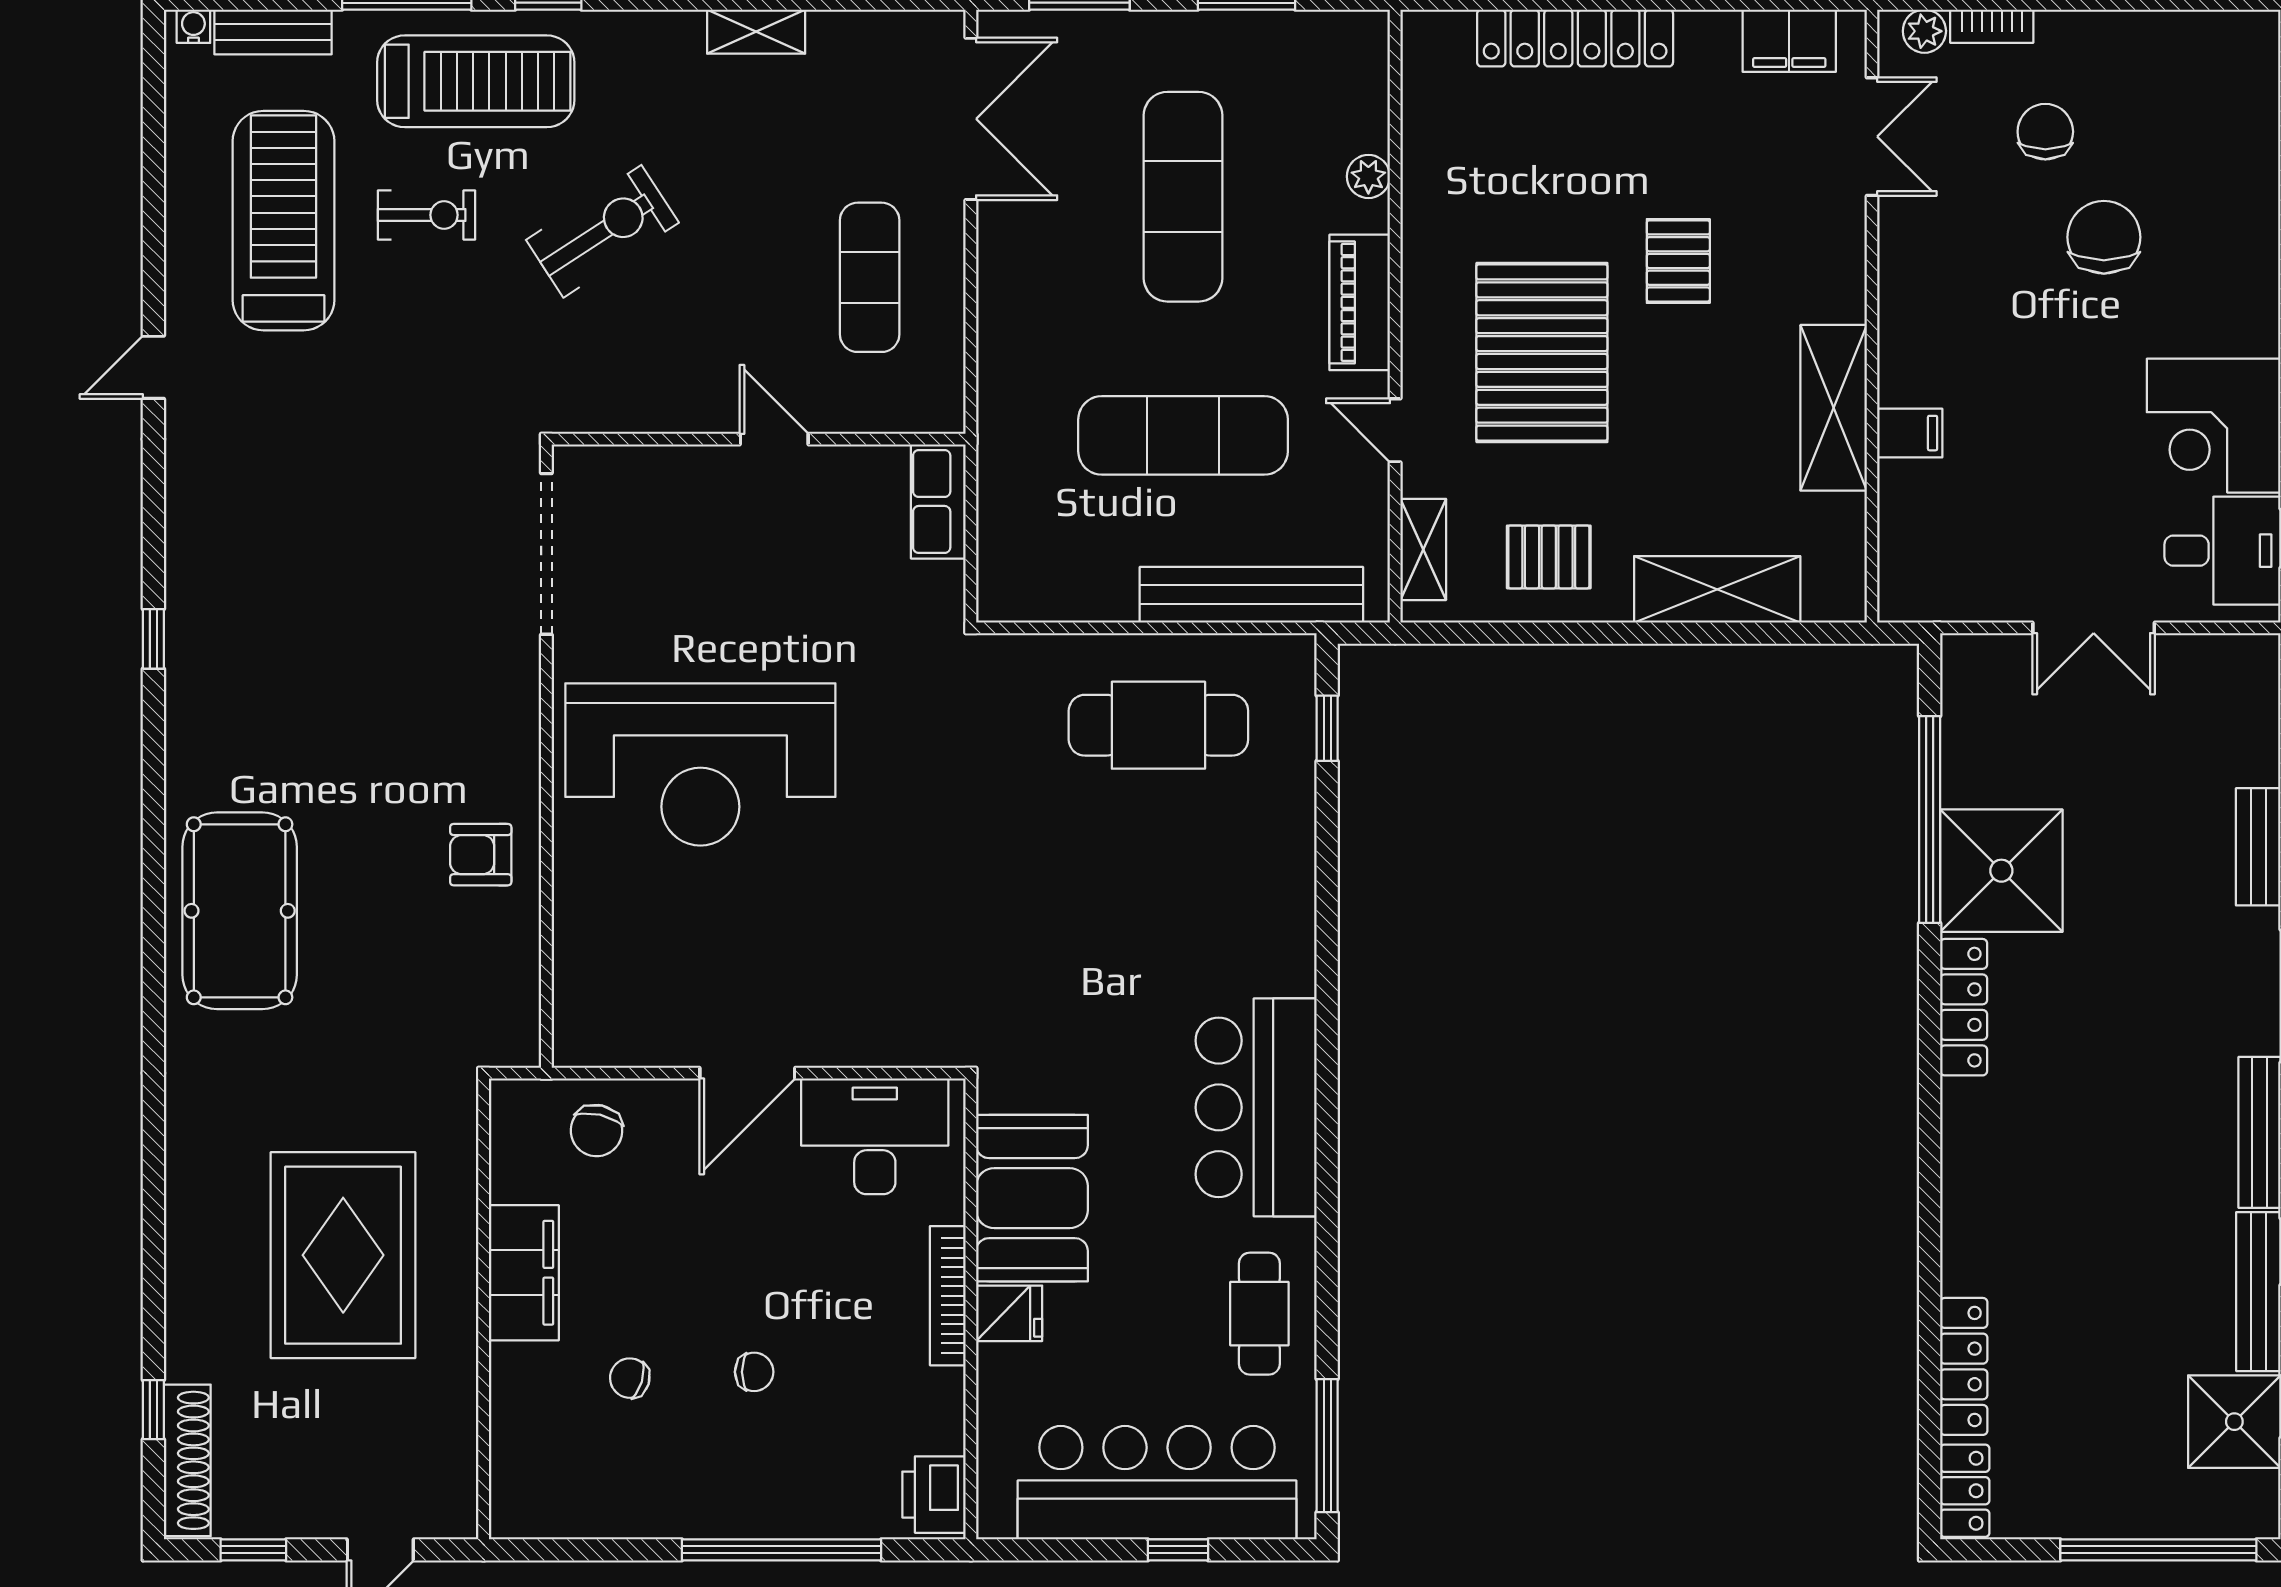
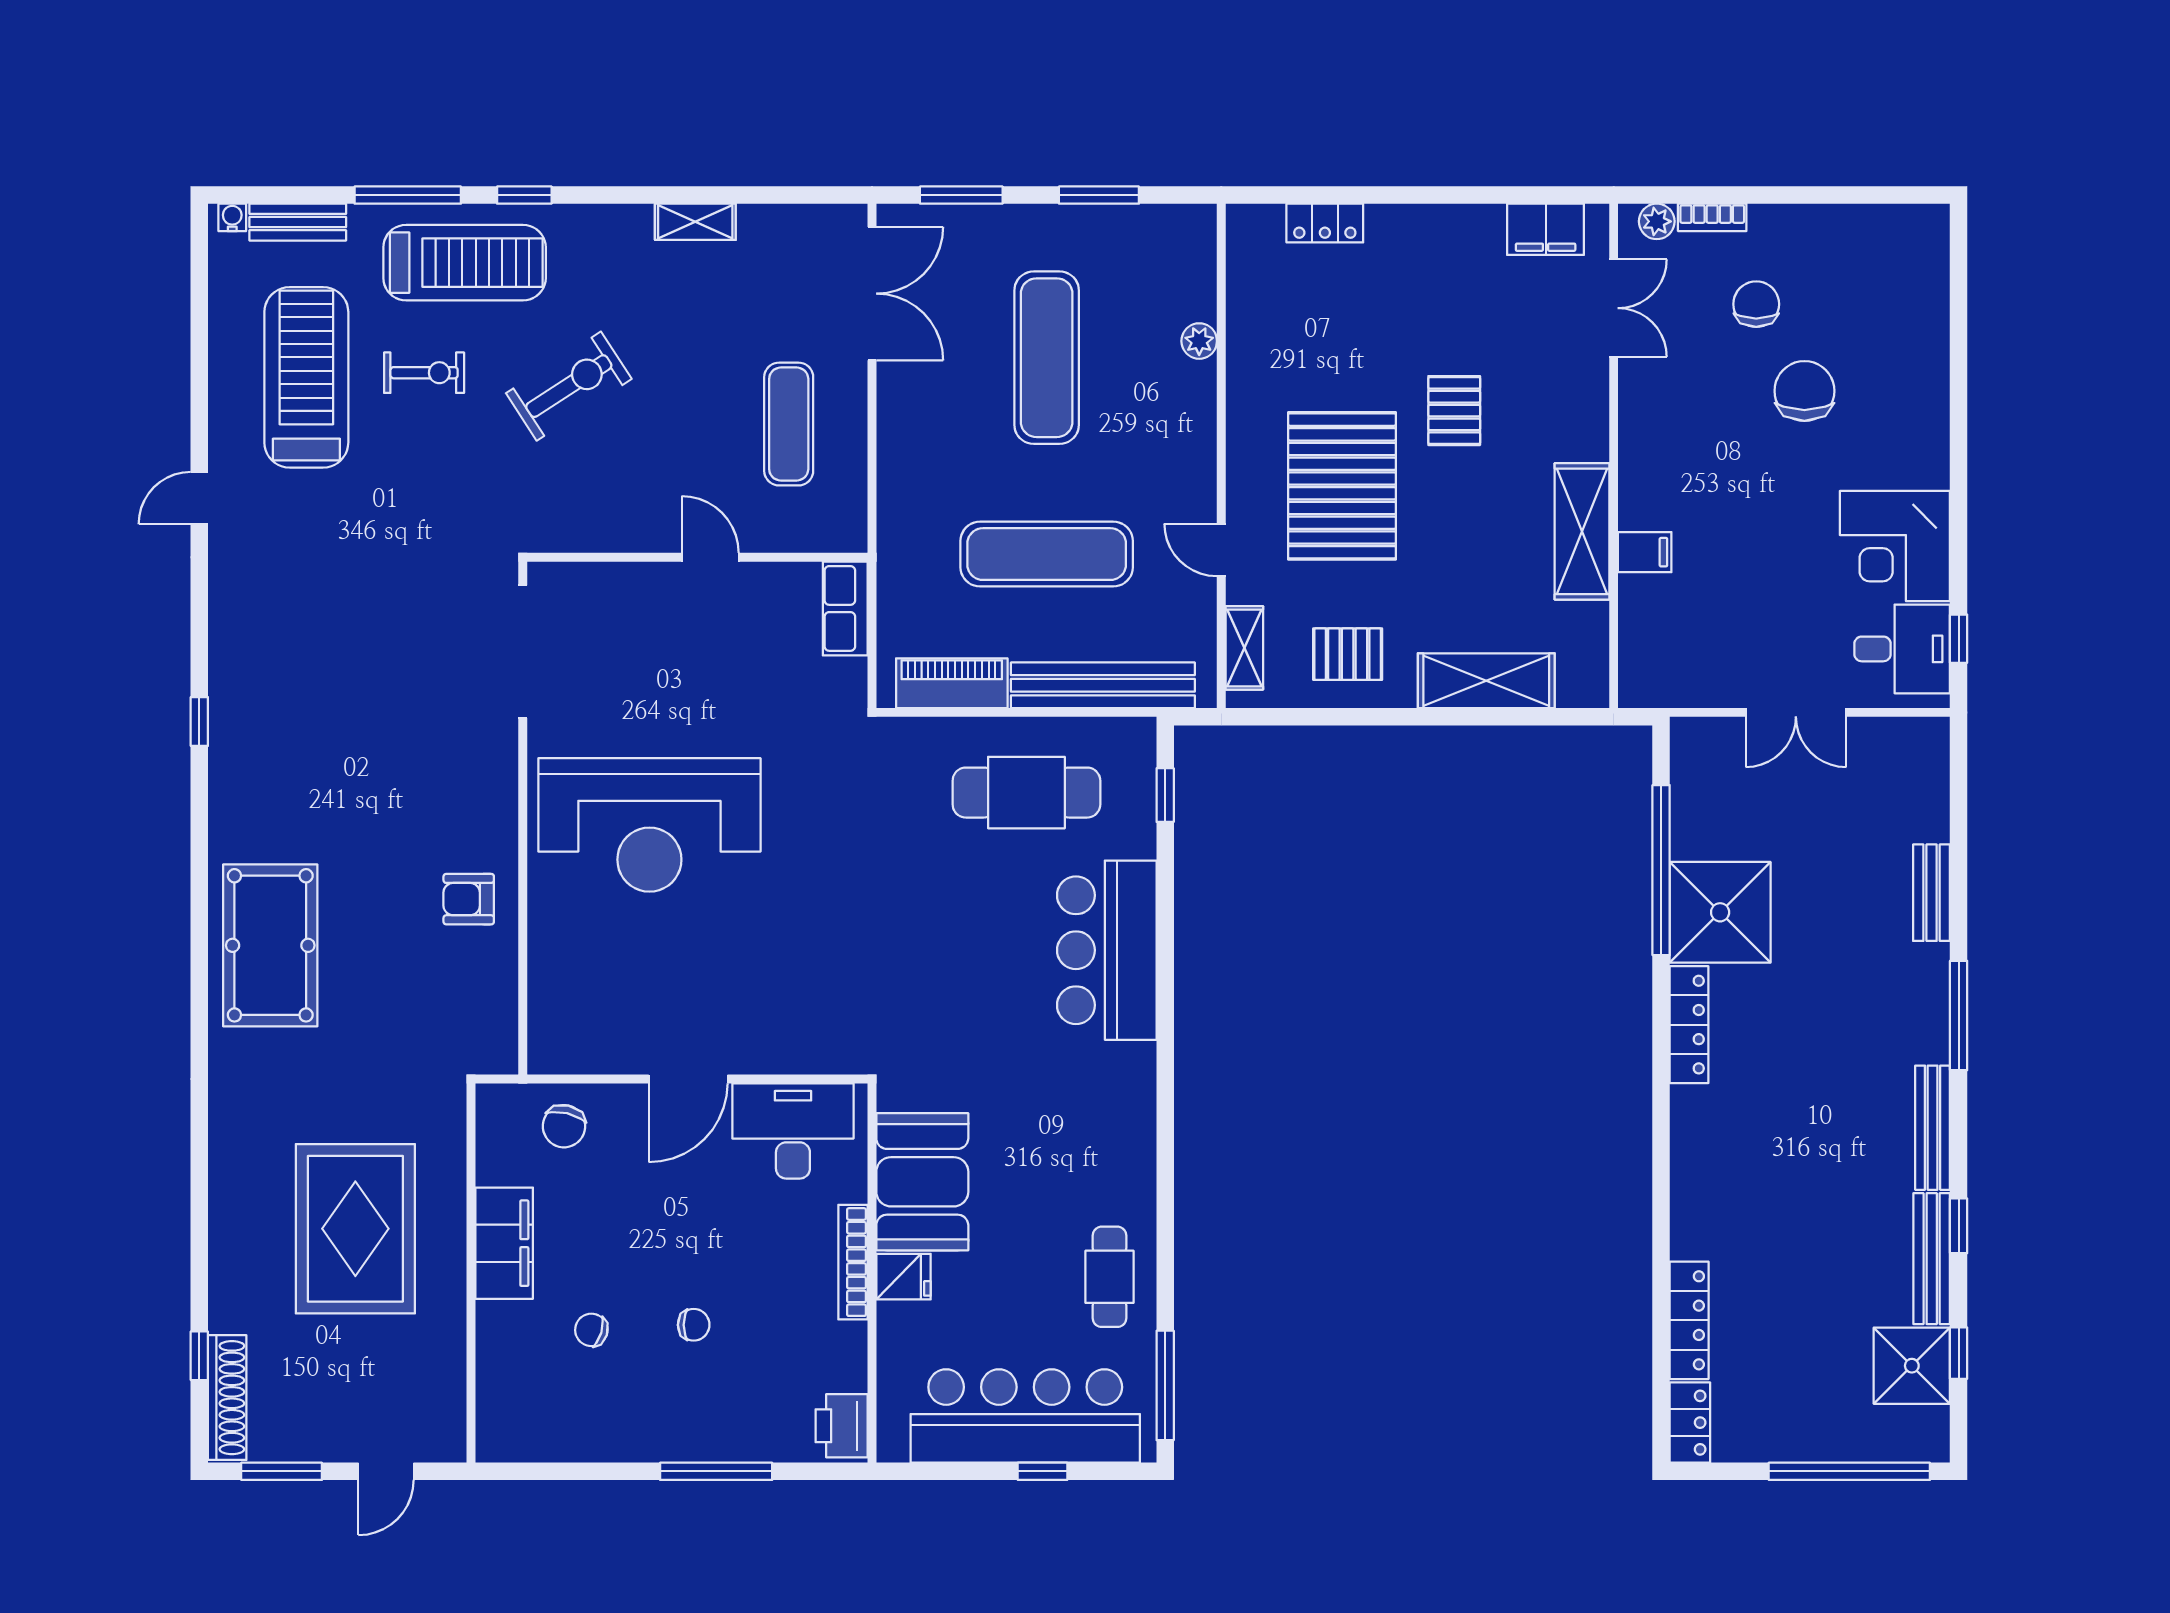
locker: (1575, 38) -> (1325, 223), width x0.46, depth x0.83
piano: (1360, 302) -> (952, 683), moved, turned 90
bar counter: (1256, 1107) -> (1107, 950), moved
window: (253, 1550) -> (282, 1471), width x1.50
window: (781, 1550) -> (716, 1471), width x0.68

